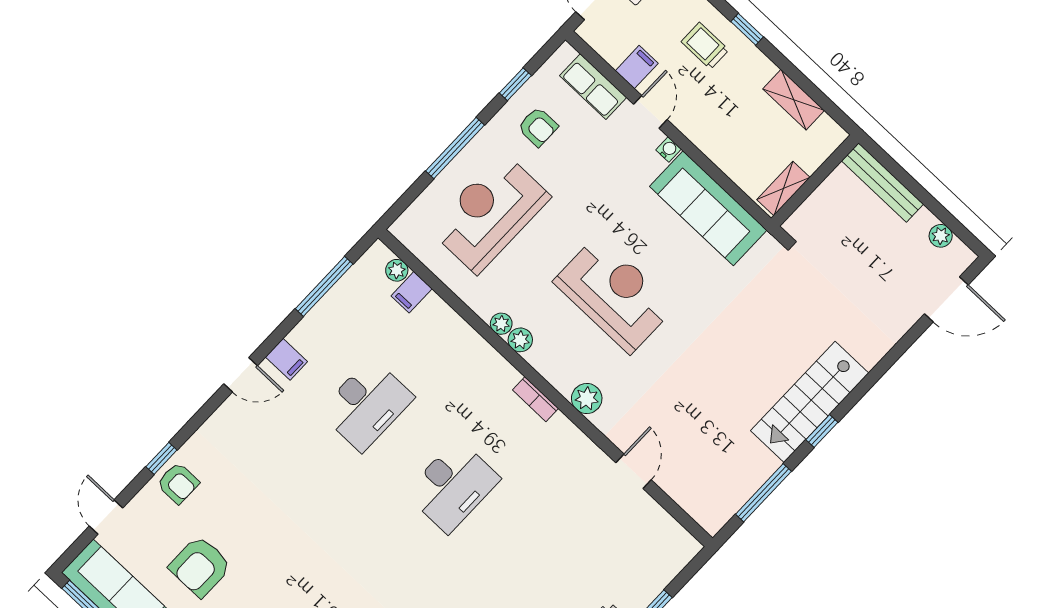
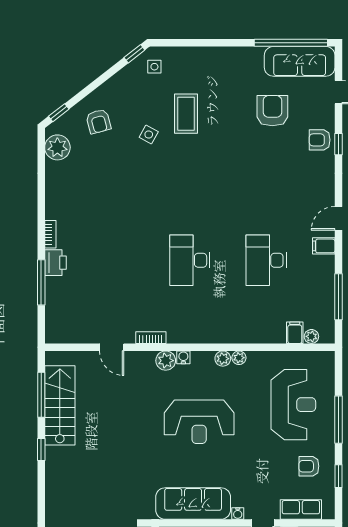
water cooler: (563, 383) -> (183, 357), added
bookcase: (536, 399) -> (151, 338), moved
stairs: (810, 402) -> (60, 405), moved

